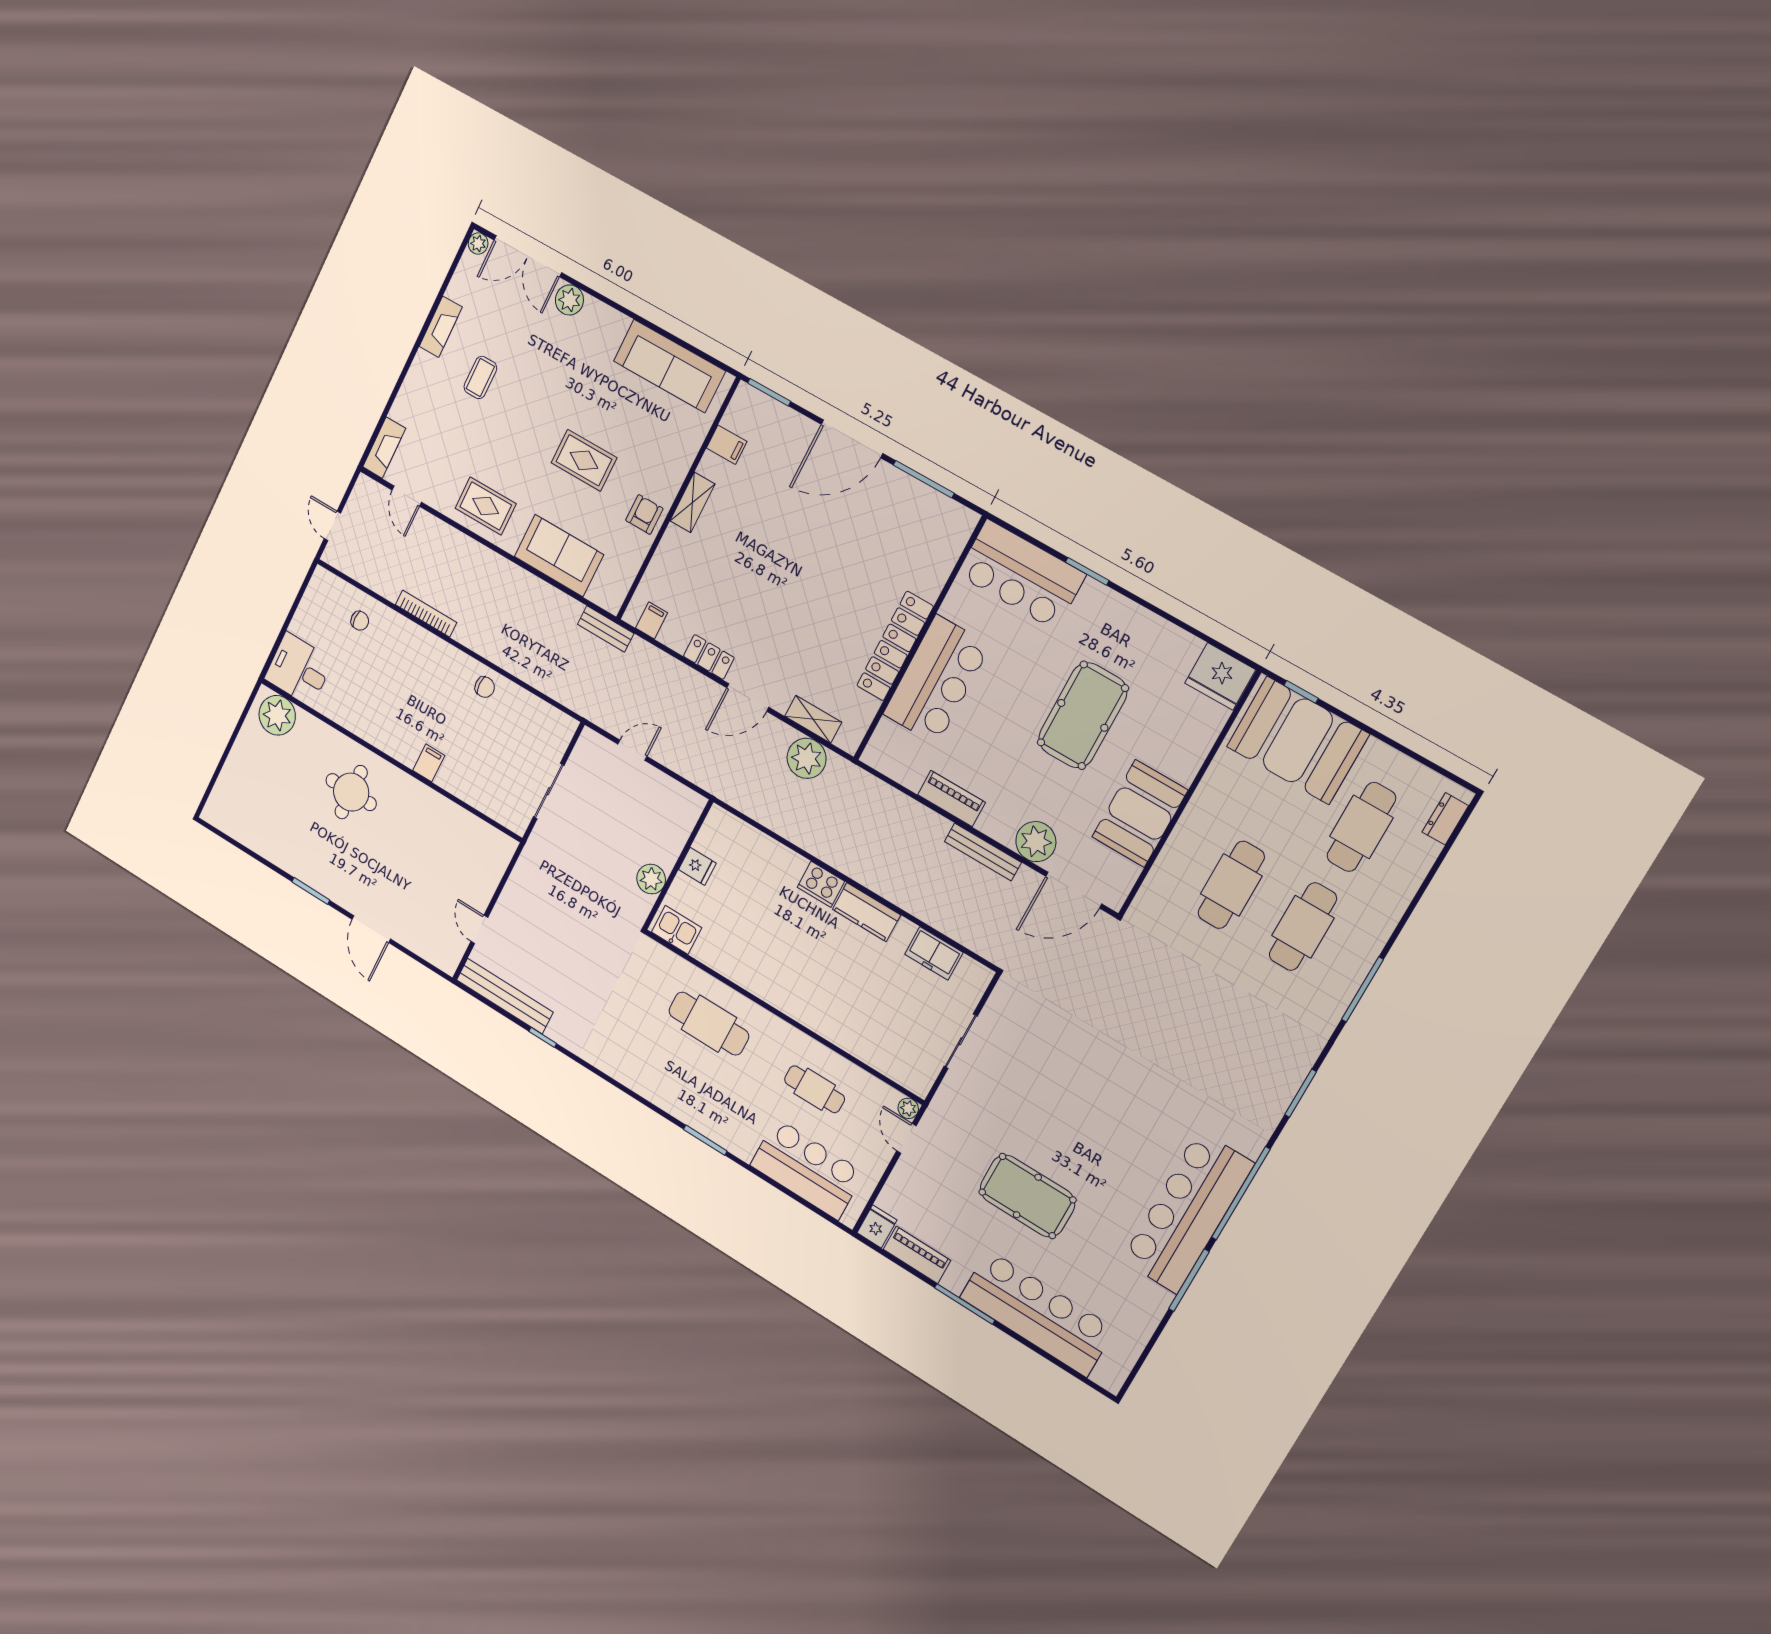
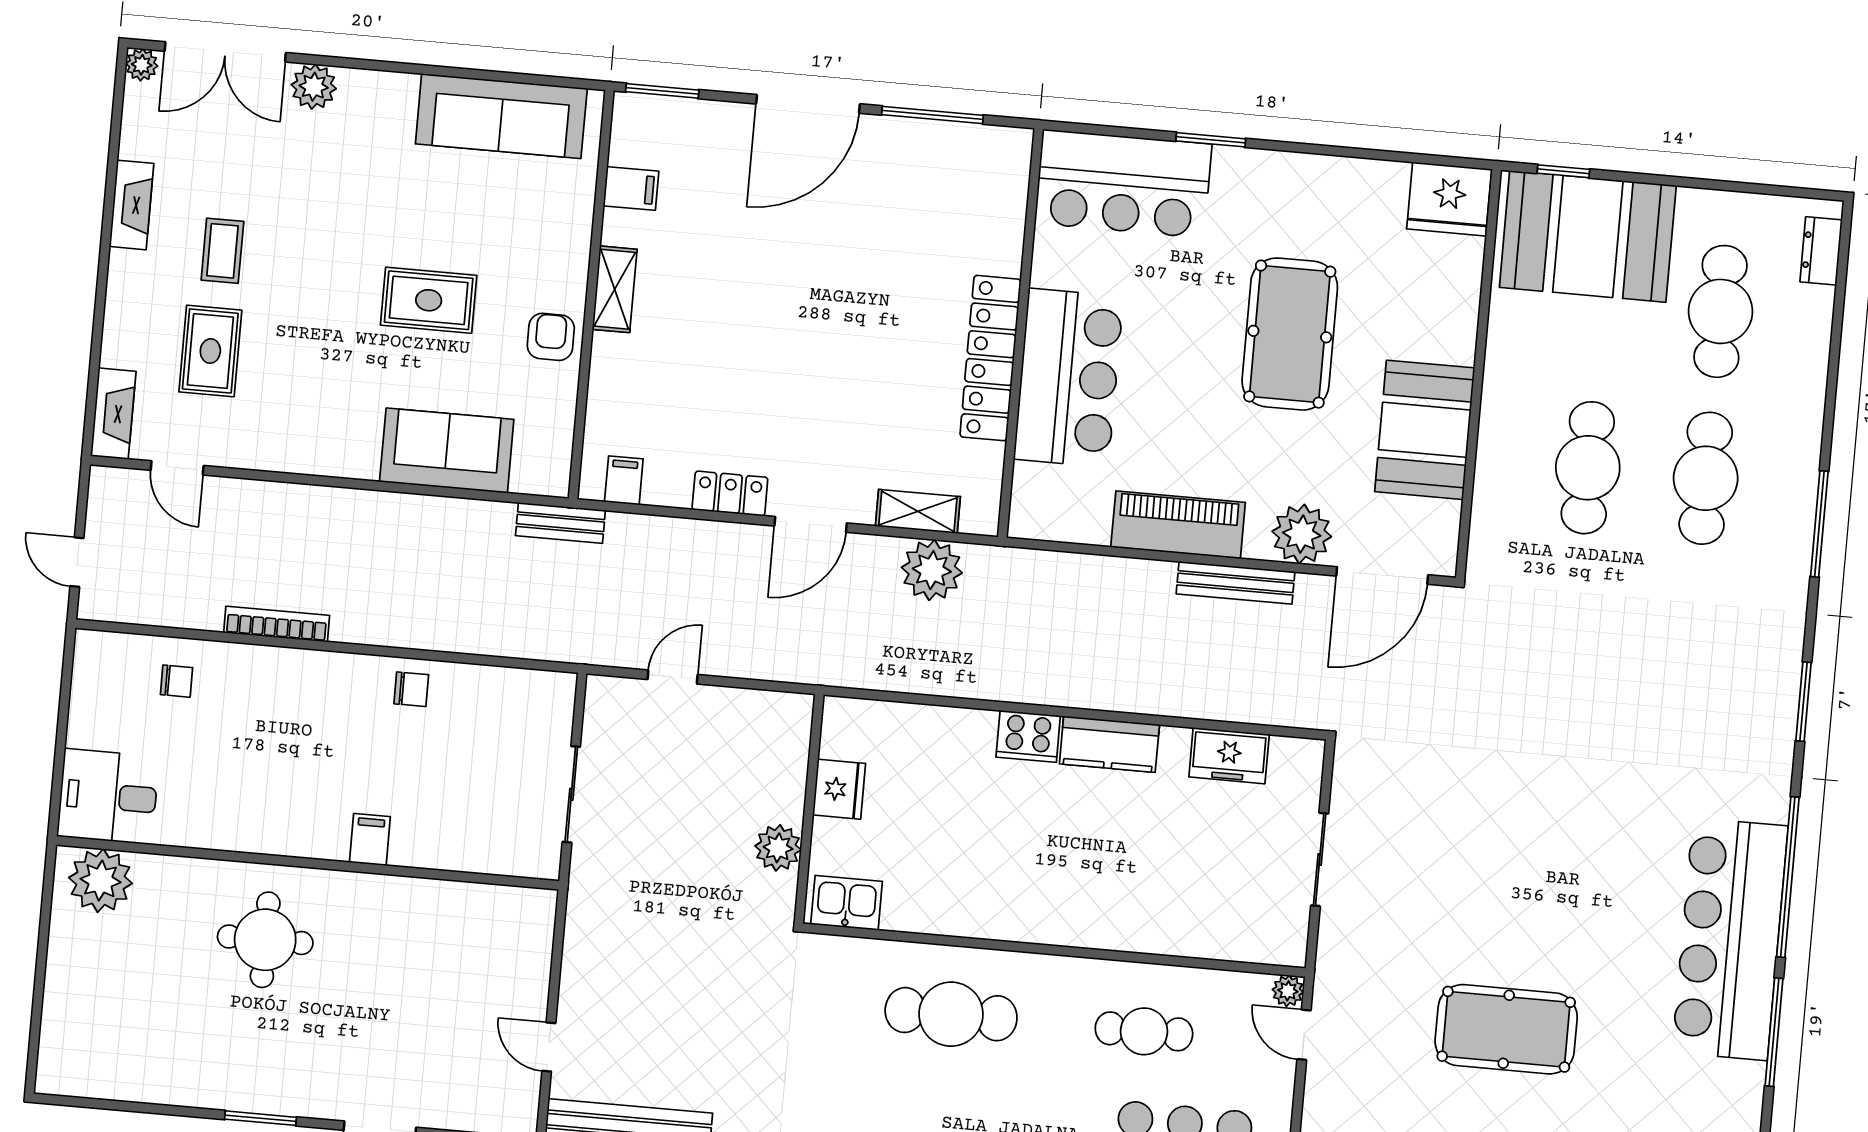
rug: (486, 506) -> (210, 351), moved, turned 90
piano: (952, 799) -> (1178, 525), width x1.37, depth x1.33
fridge: (697, 866) -> (839, 789), width x1.38

